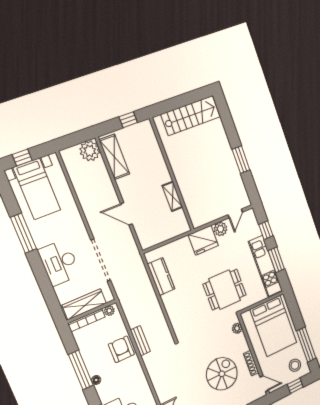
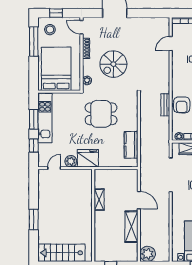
shelving: (114, 157) -> (131, 227), moved
window: (241, 160) -> (34, 220), moved
dining table: (225, 290) -> (101, 114), moved
spiral stairs: (222, 374) -> (113, 64), moved

